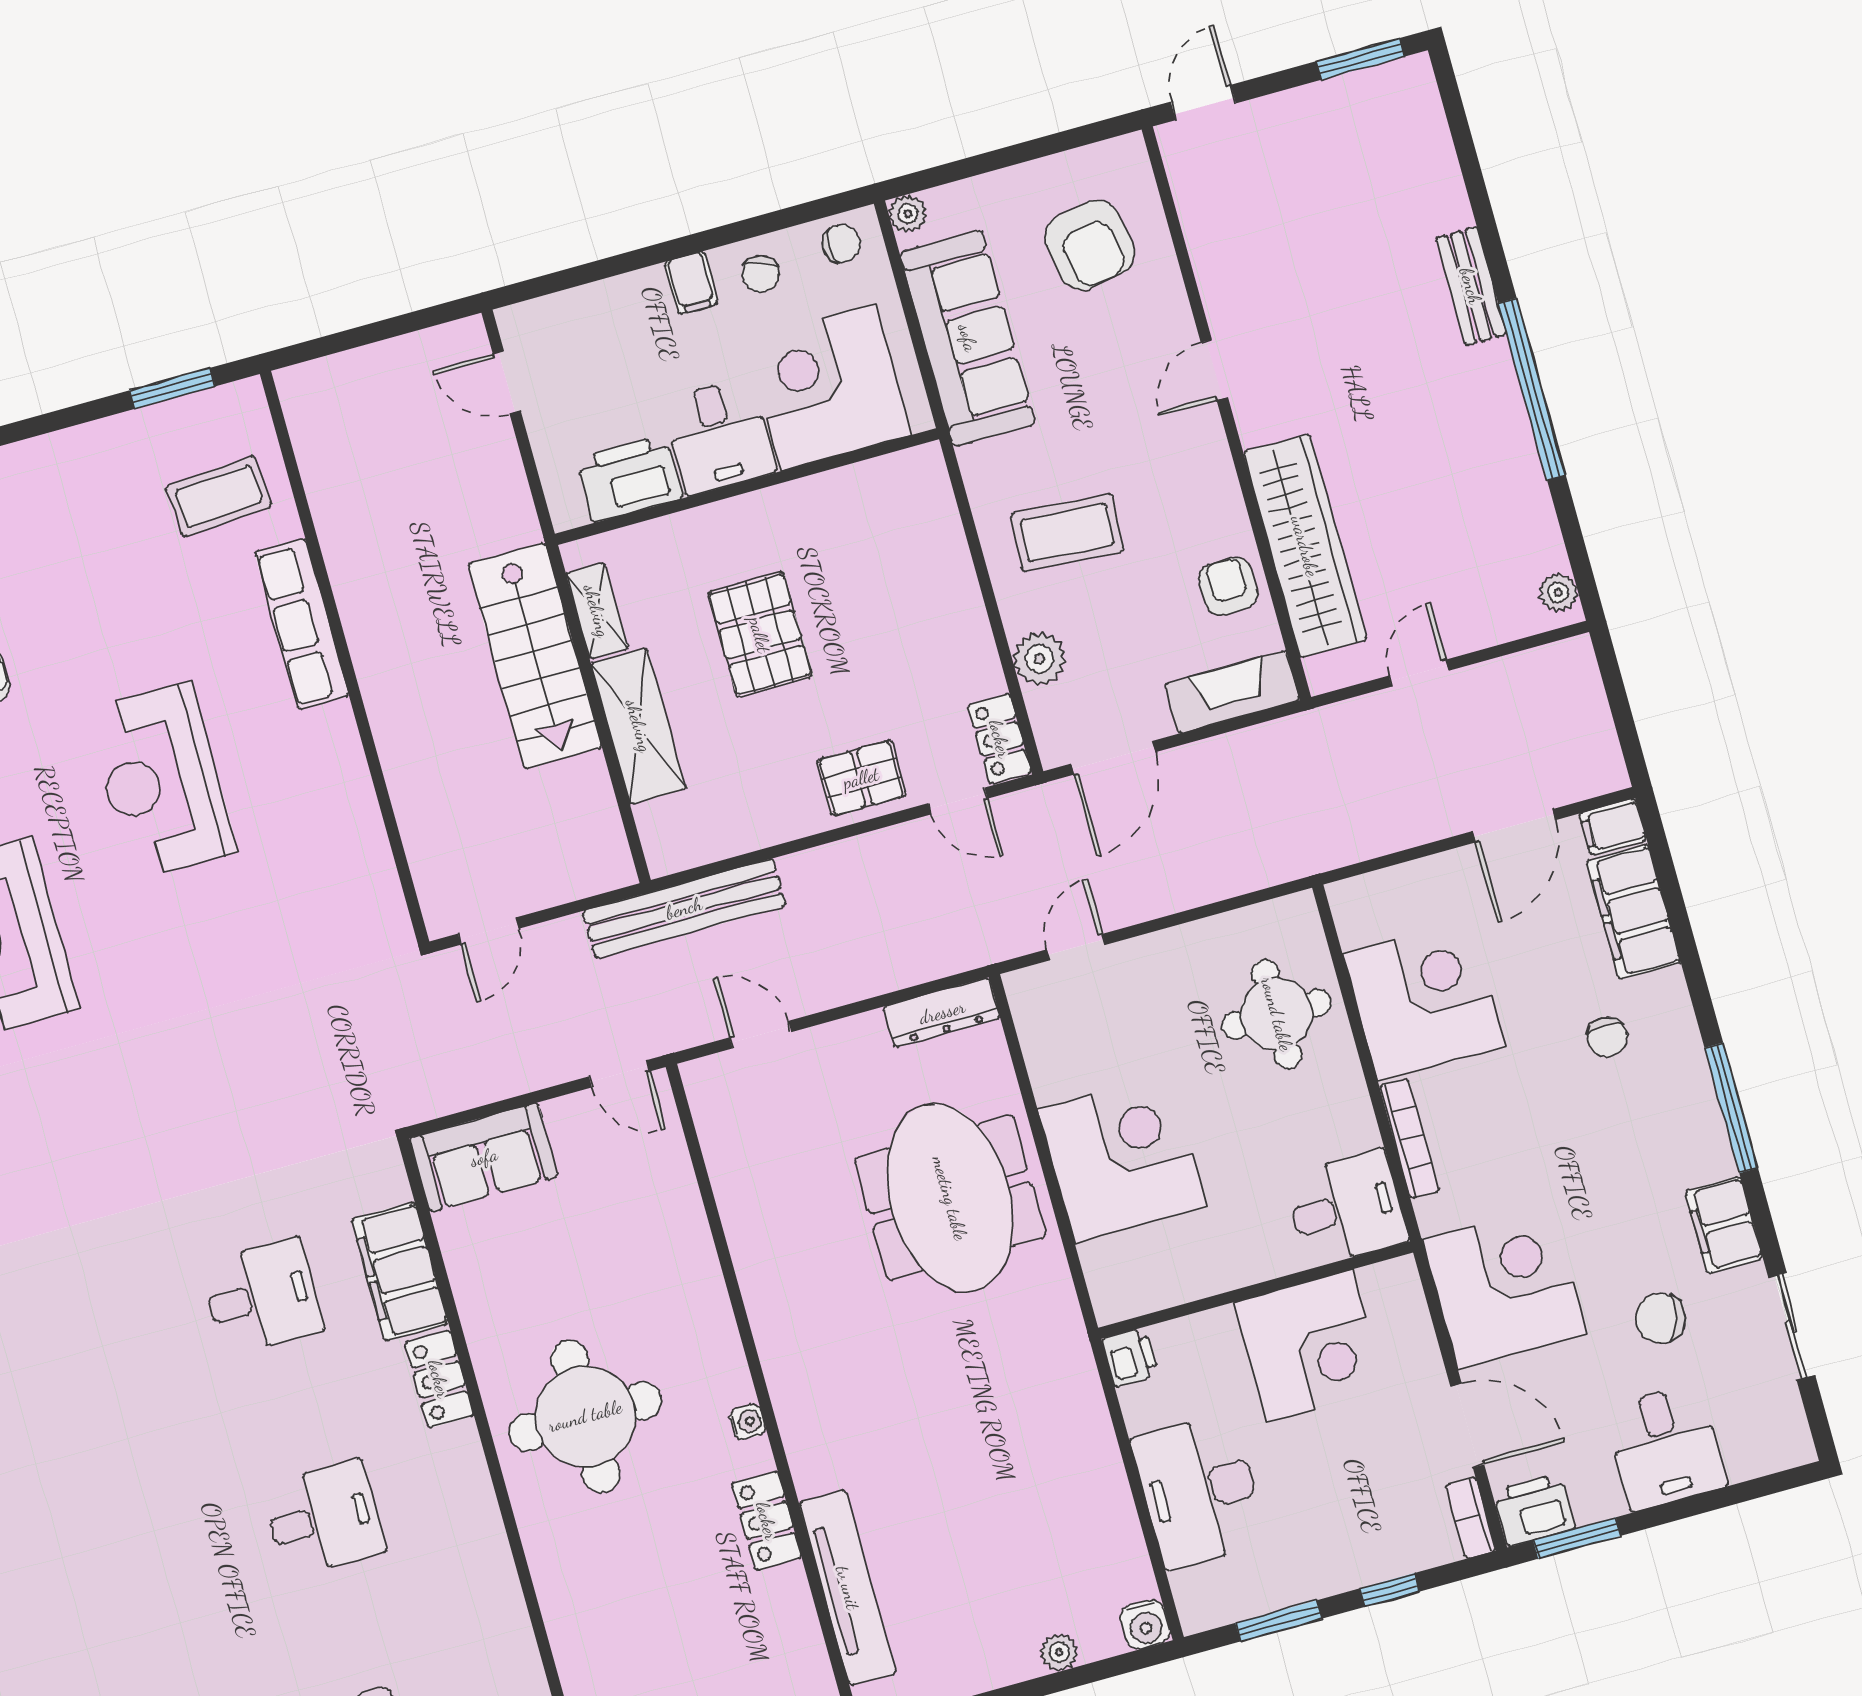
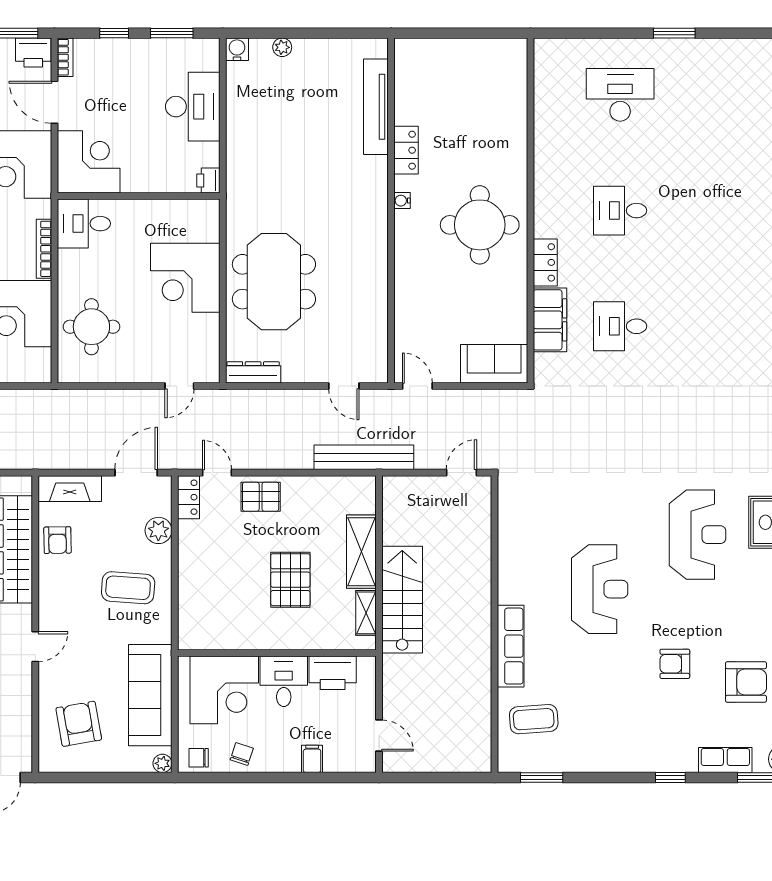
filing cabinet: (691, 283) -> (312, 759), moved
corner desk: (1310, 1346) -> (89, 162), moved, turned 90

